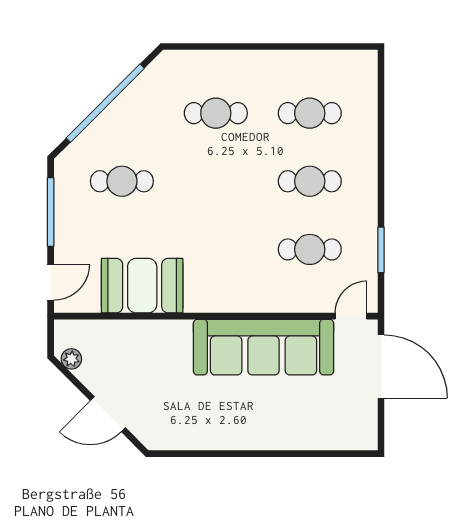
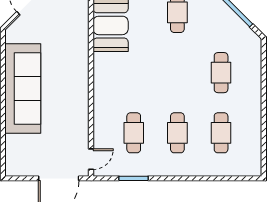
door: (351, 316) -> (91, 159), hinge flipped
sofa: (264, 347) -> (23, 89), moved, turned 180

